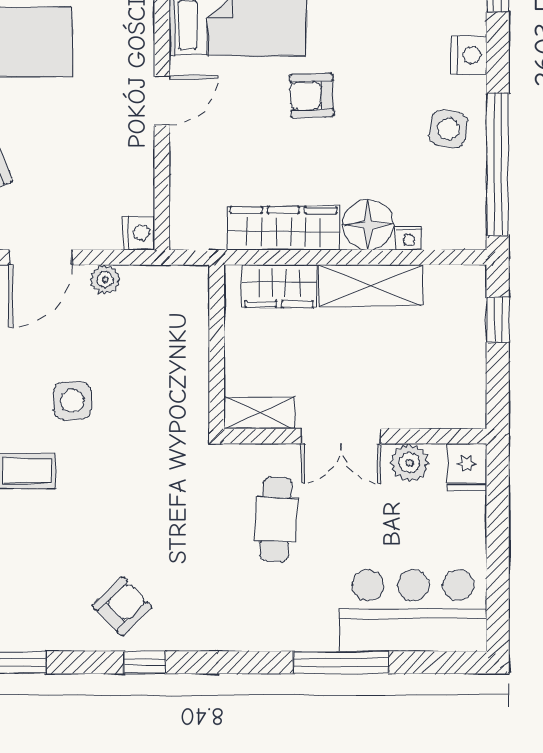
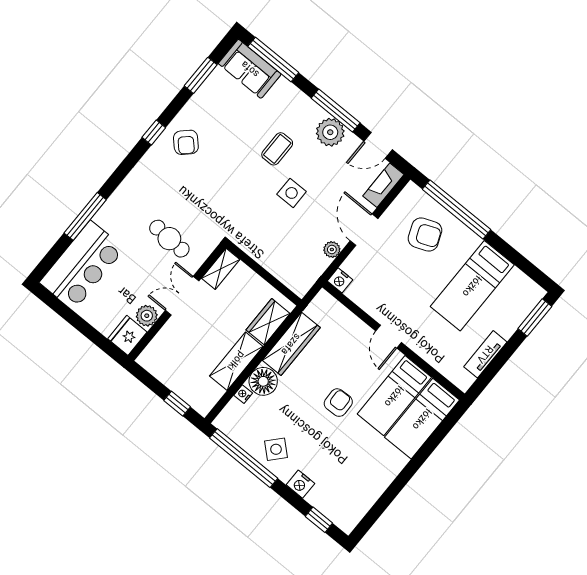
side table: (448, 129) -> (276, 449), turned 33
fridge: (467, 467) -> (127, 335), width x1.38

